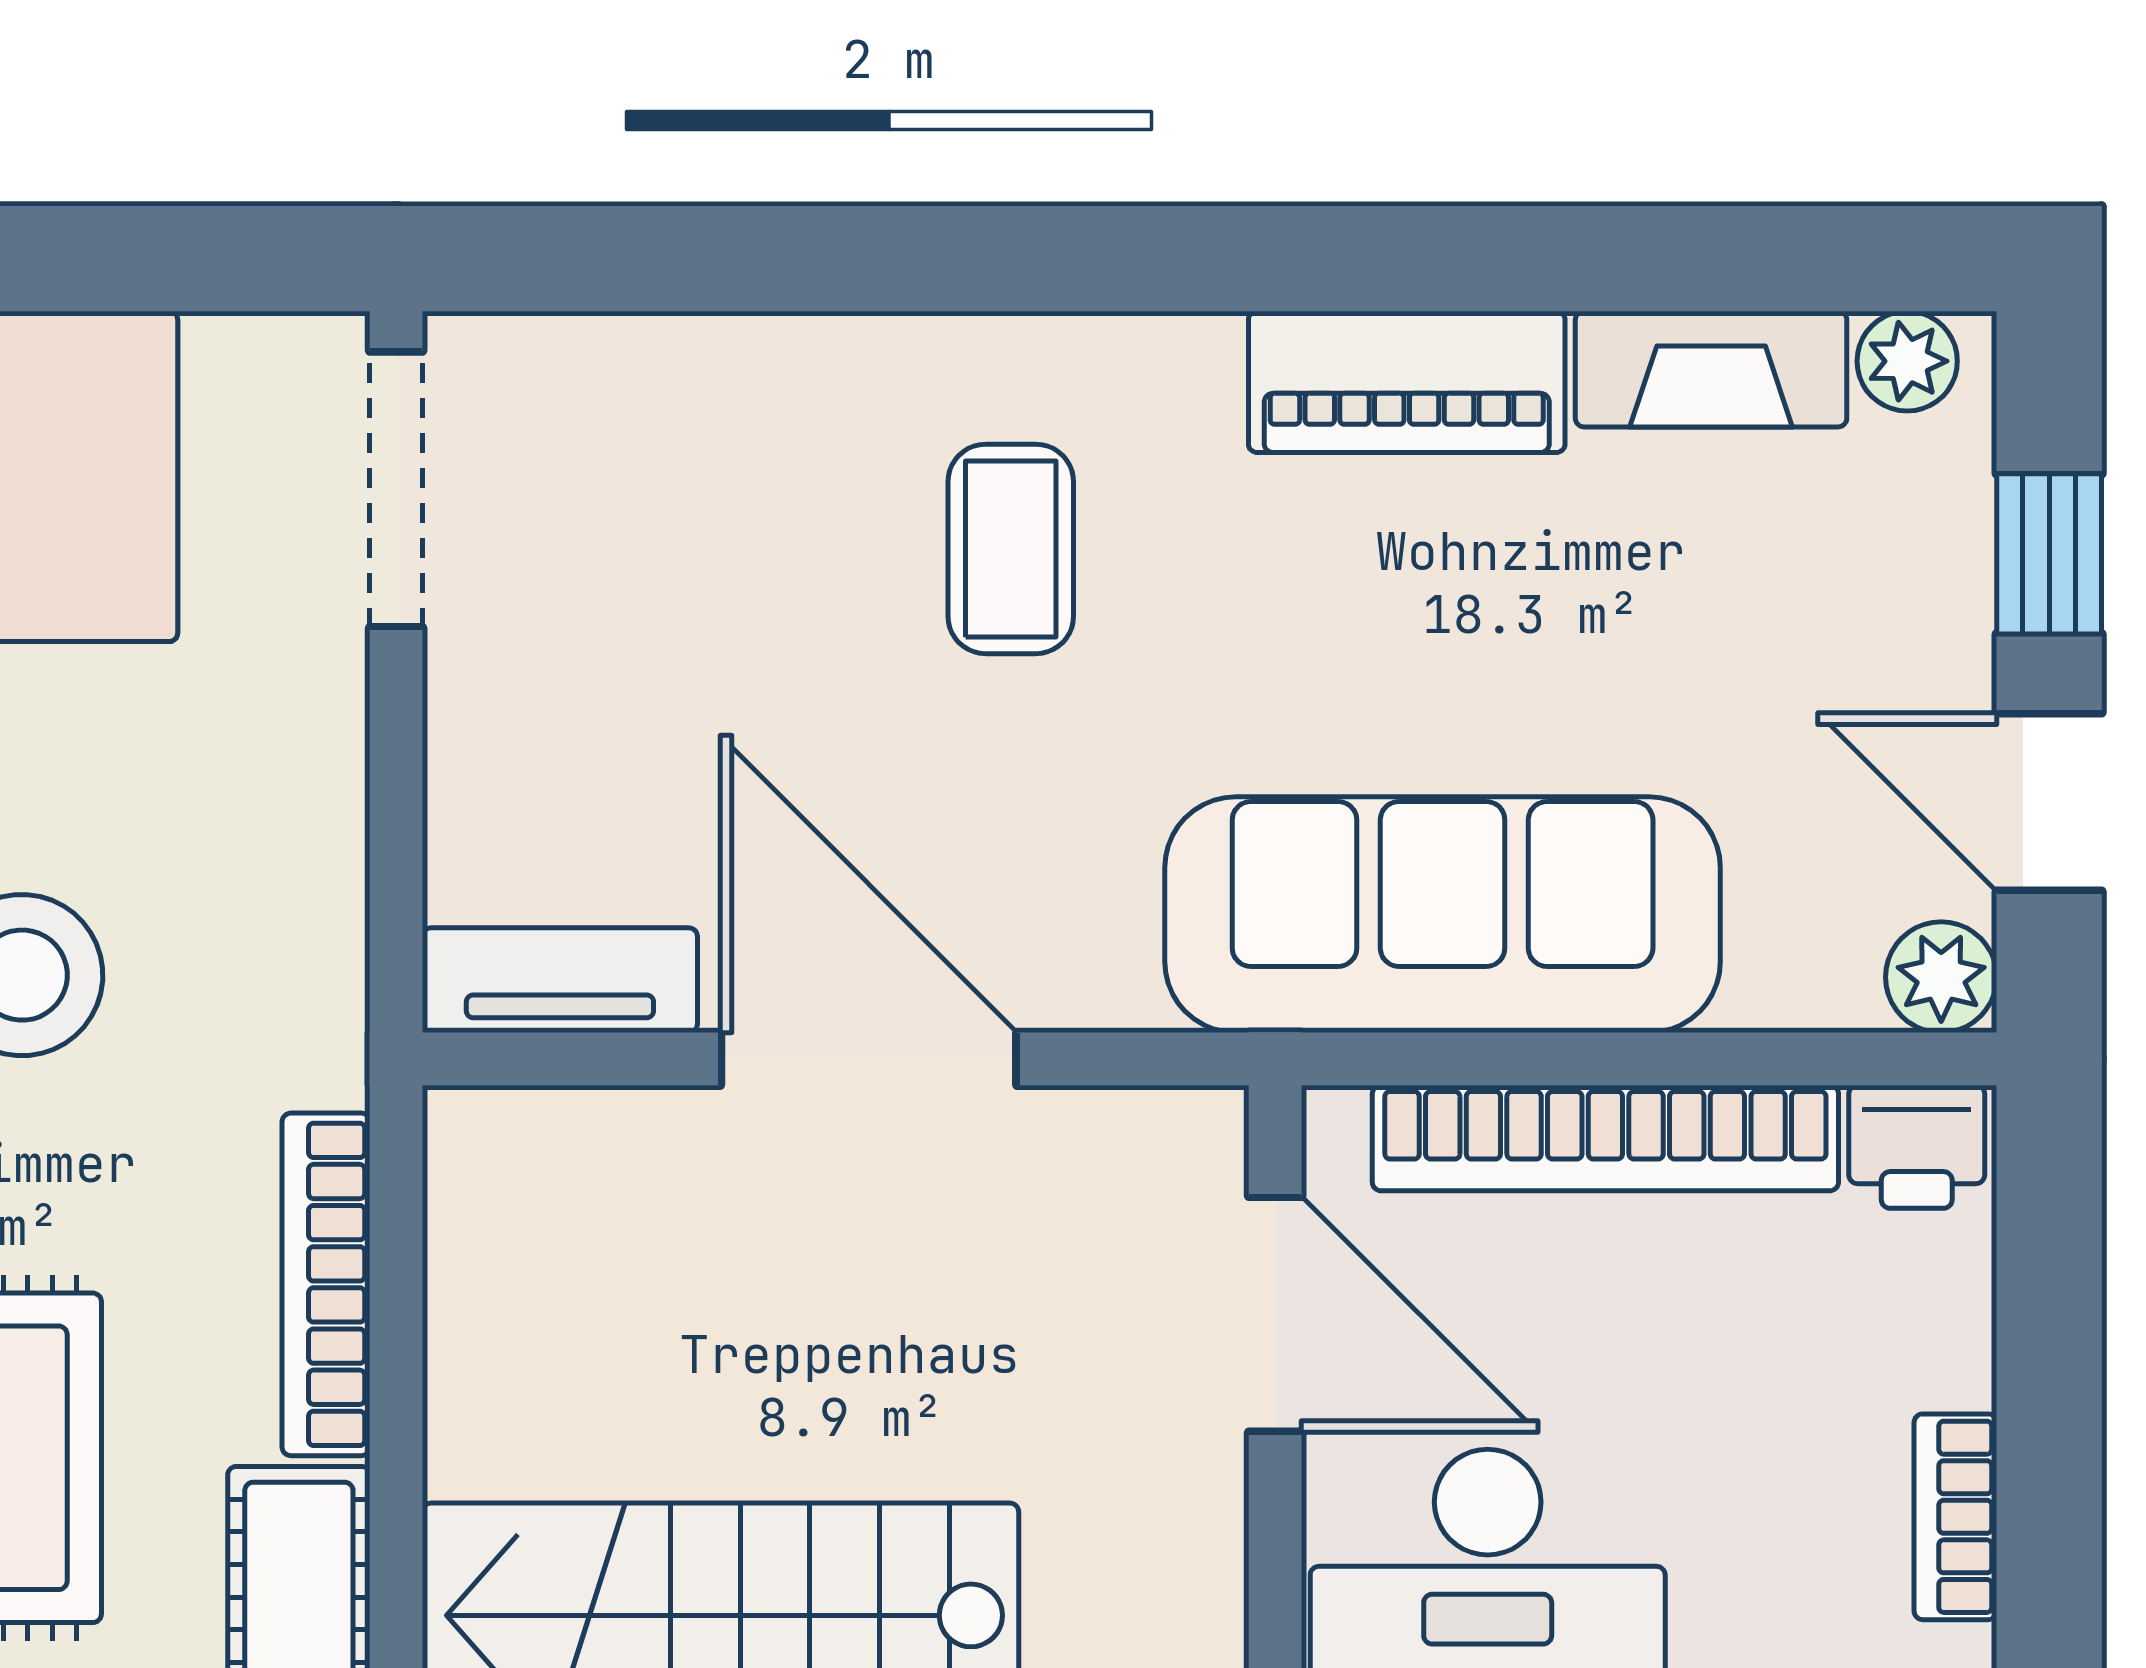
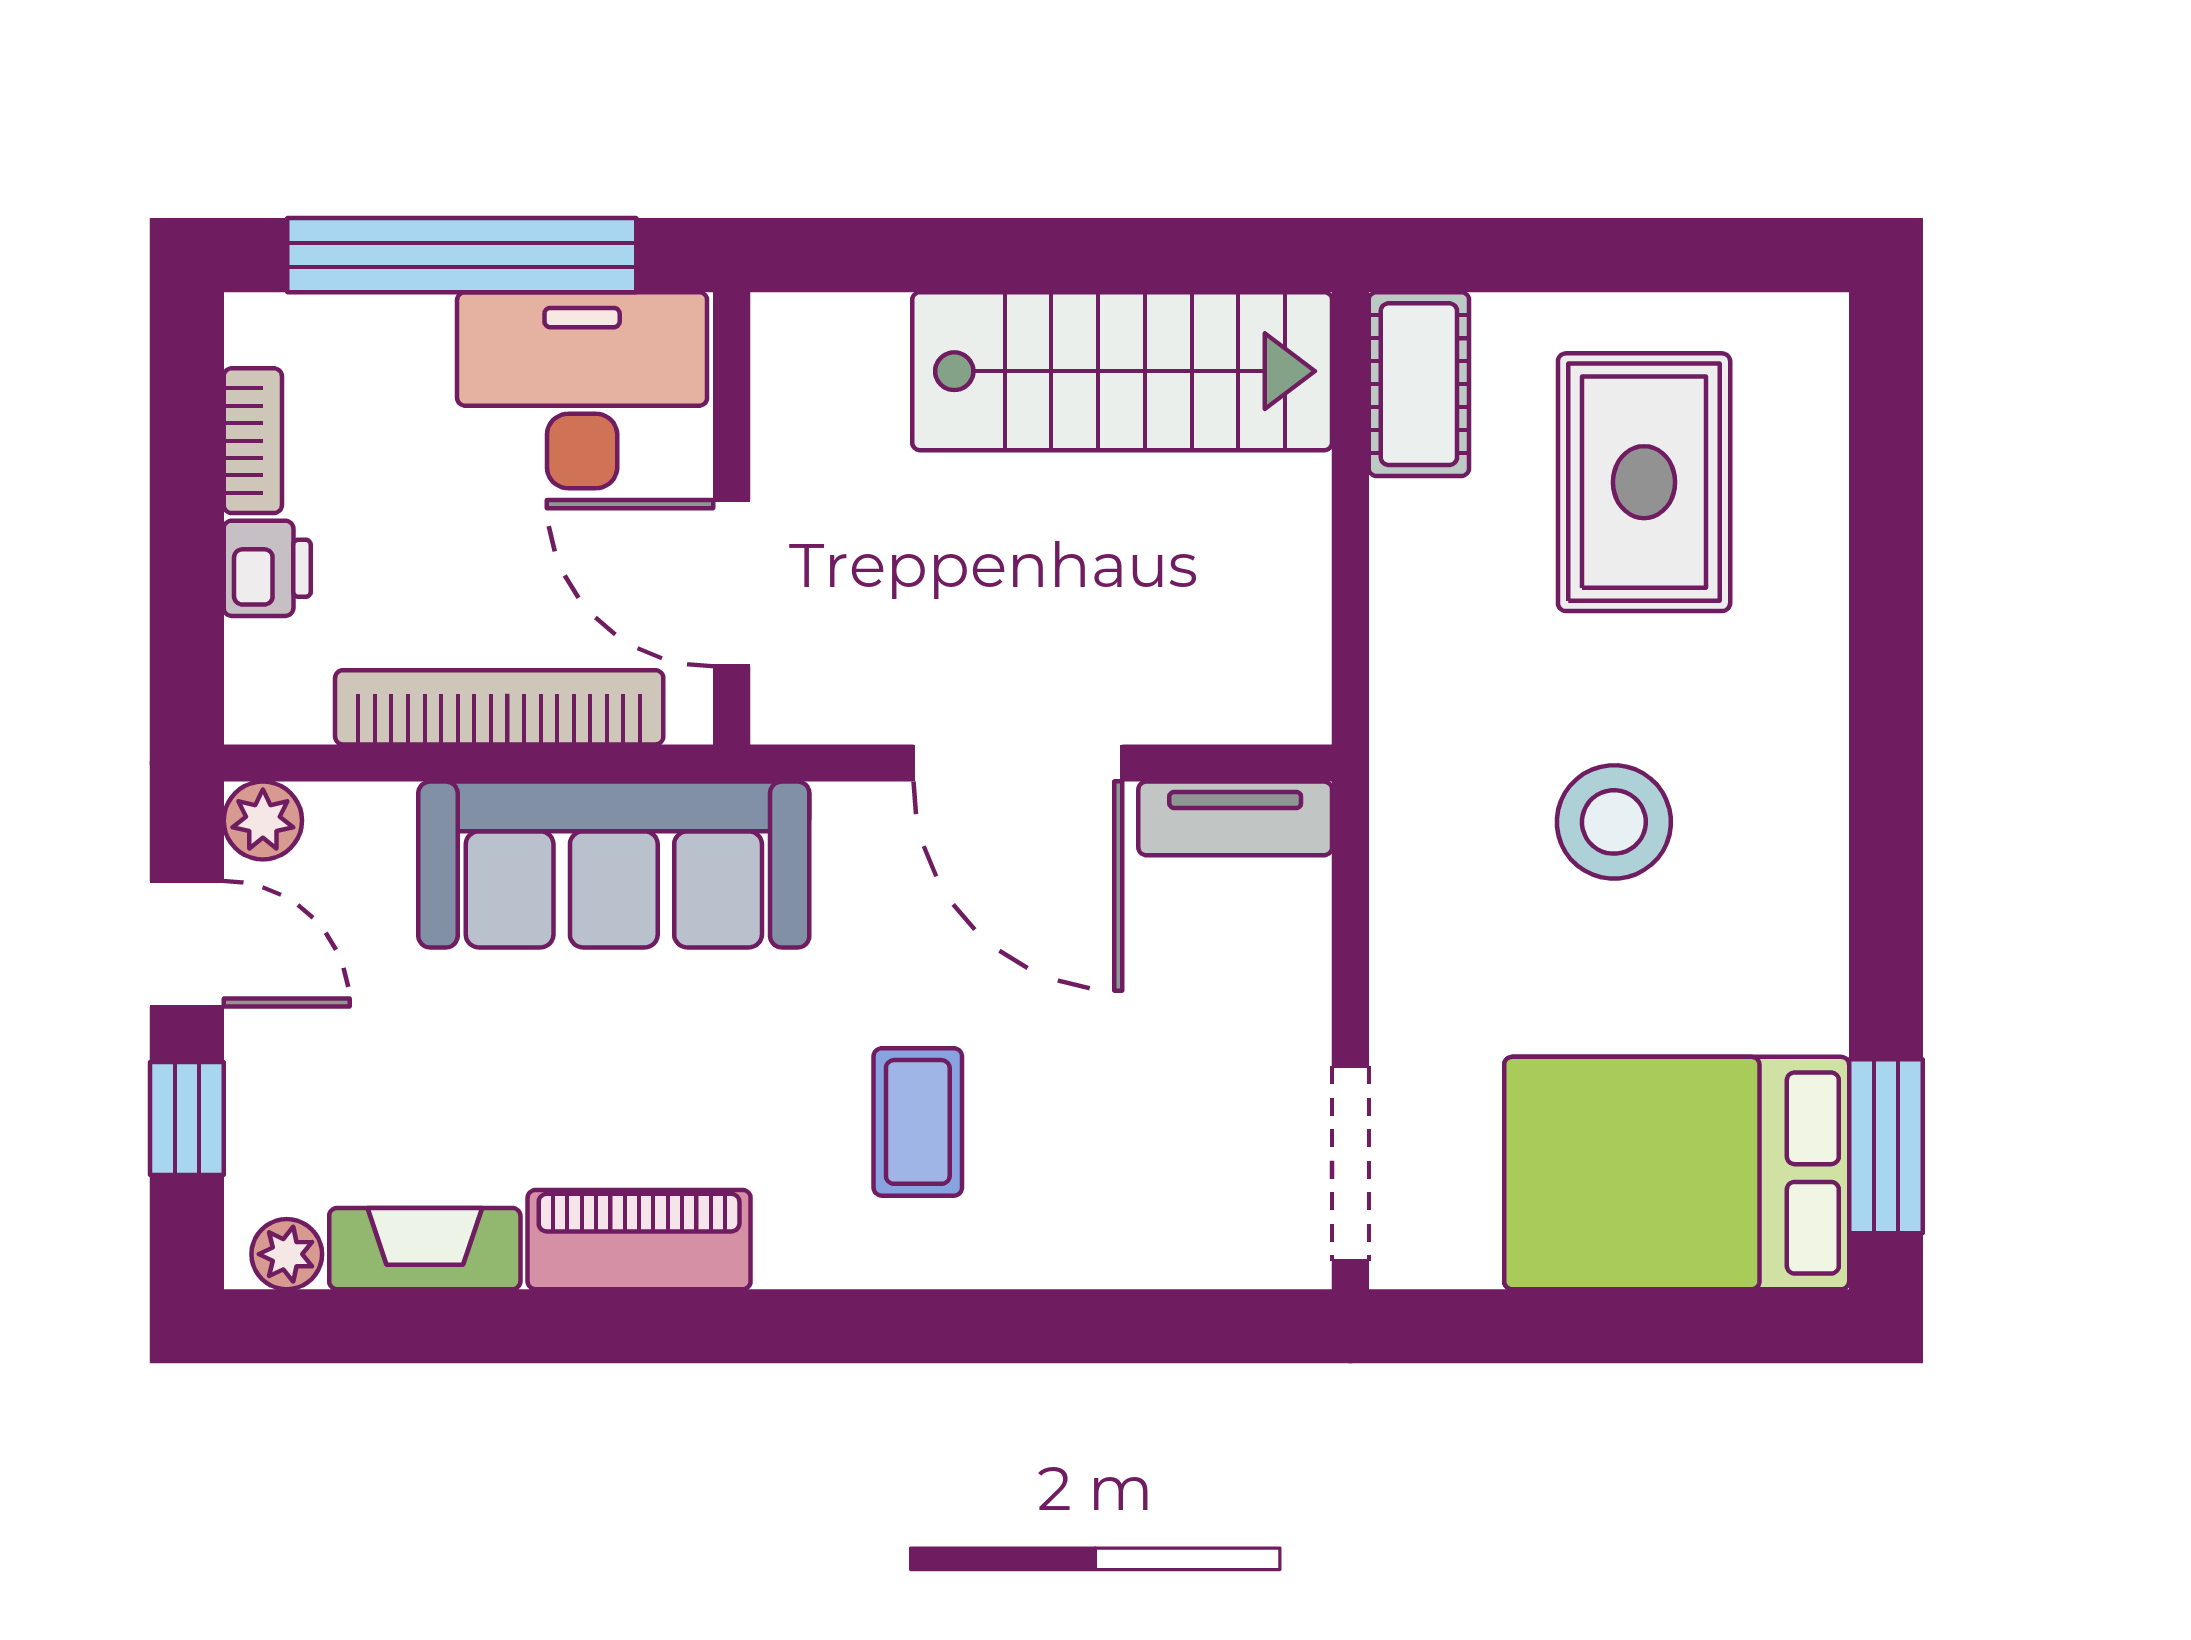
printer: (1917, 1147) -> (267, 568), moved, turned 90
bookcase: (326, 1284) -> (1400, 604), removed

